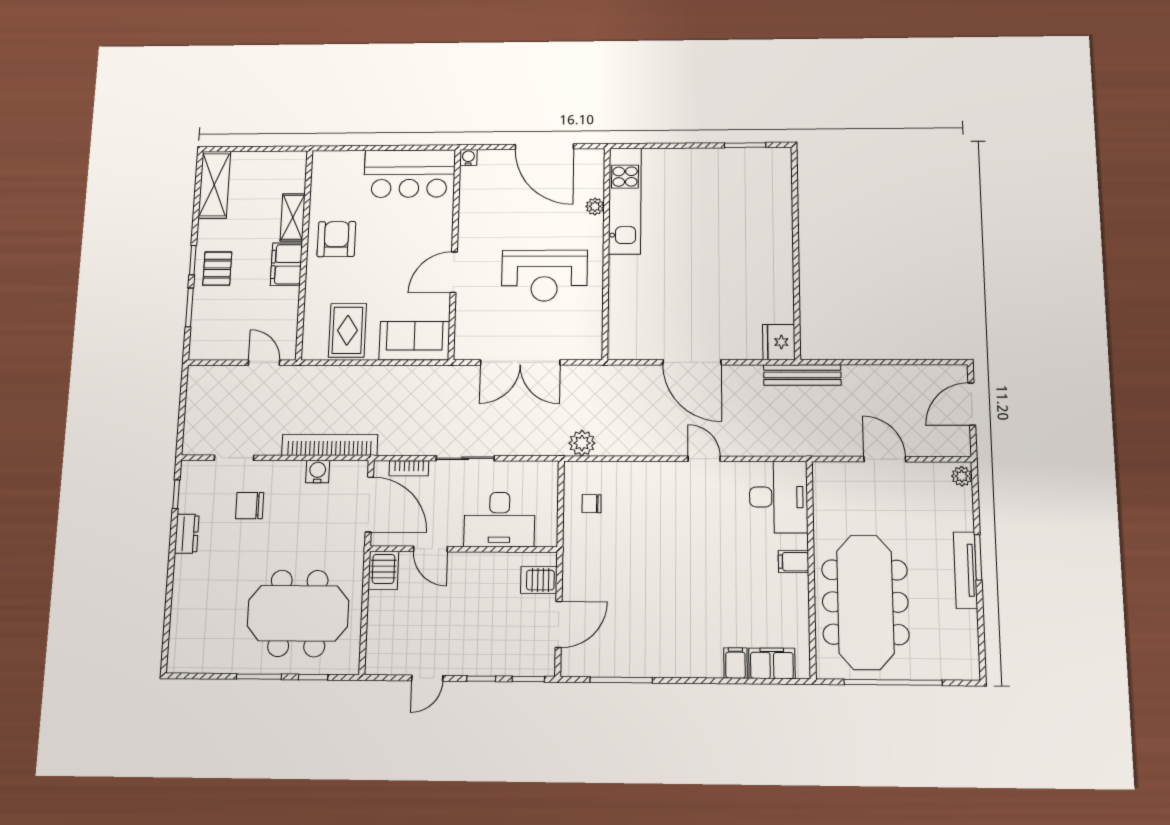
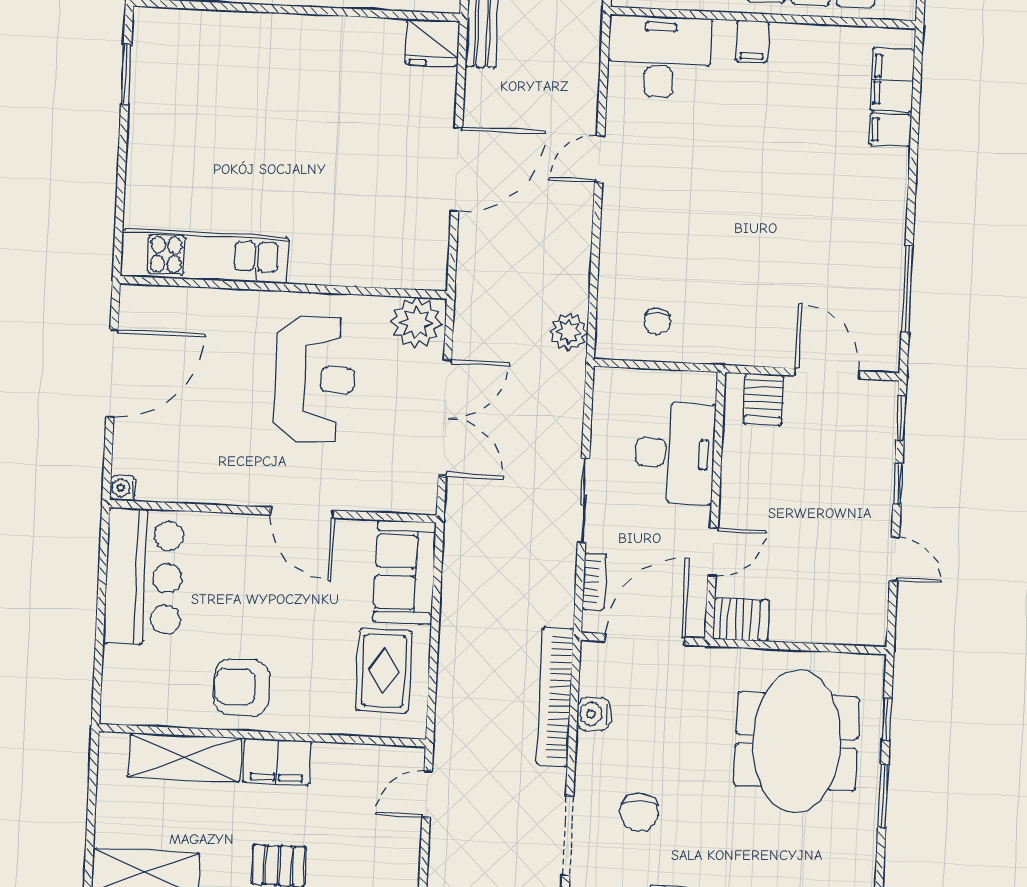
plant: (595, 206) -> (416, 323), moved, width x1.88, depth x1.88
shelving: (293, 217) -> (185, 758), width x1.50, depth x1.33
rug: (347, 330) -> (384, 671), turned 90
doorway: (234, 458) -> (568, 836), width x1.38

